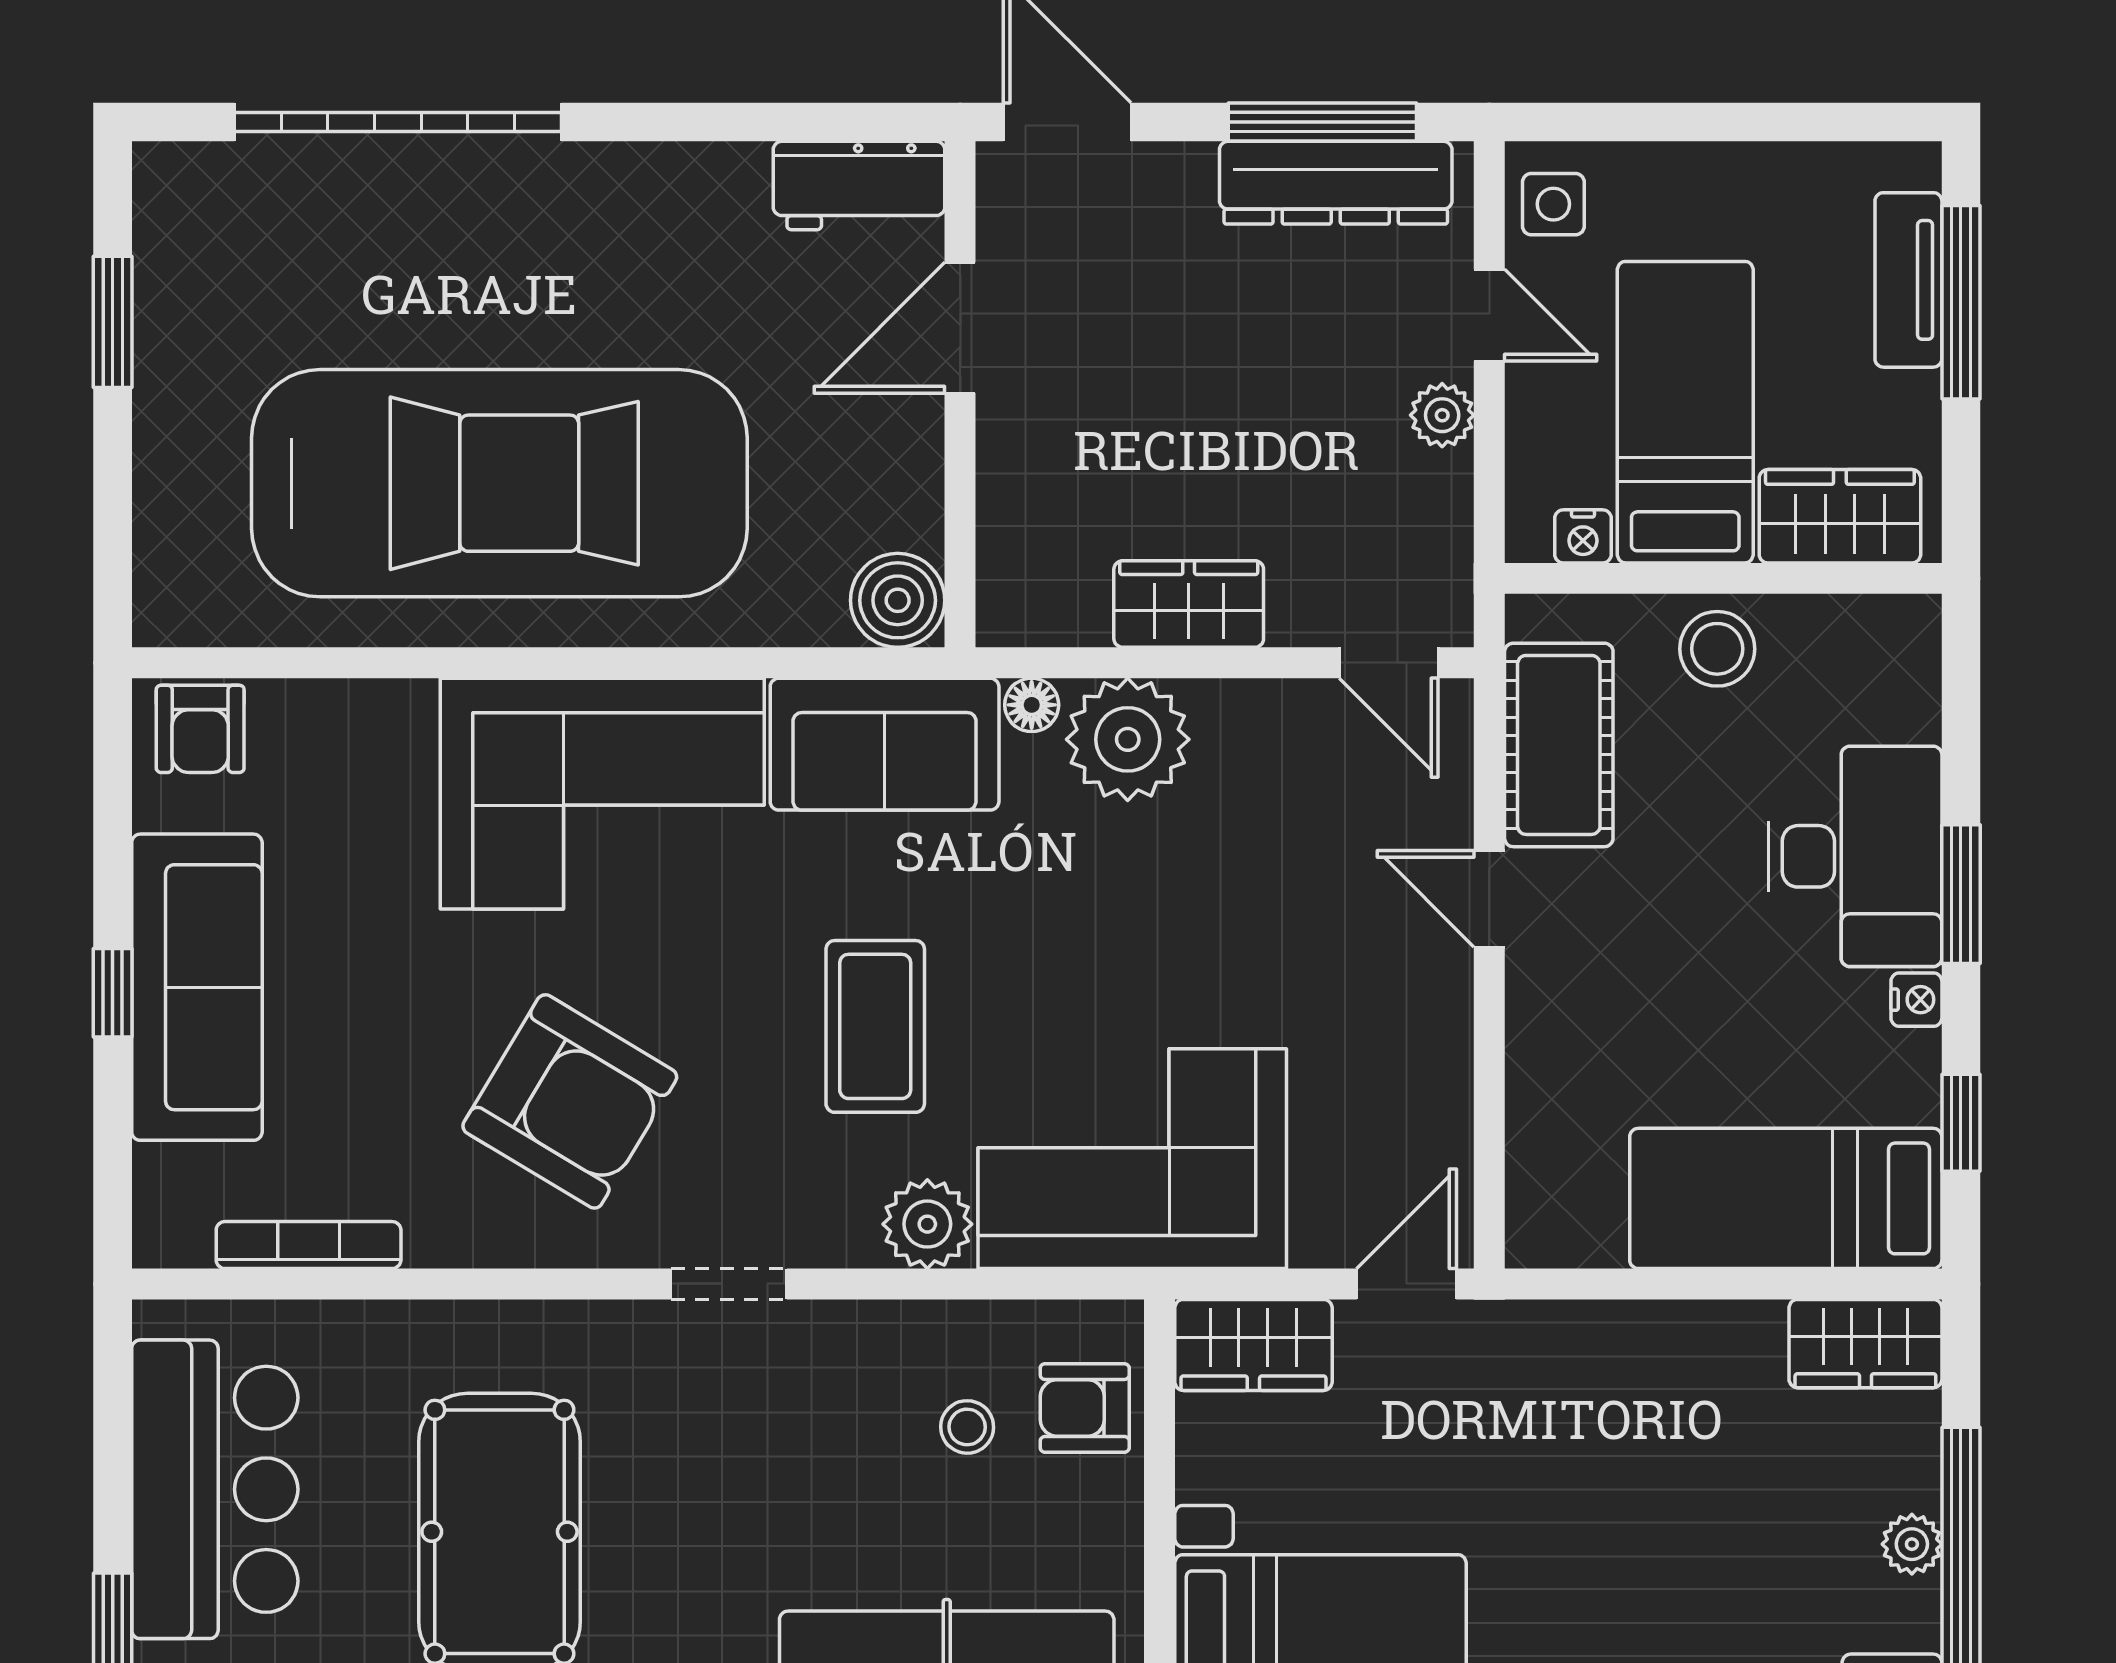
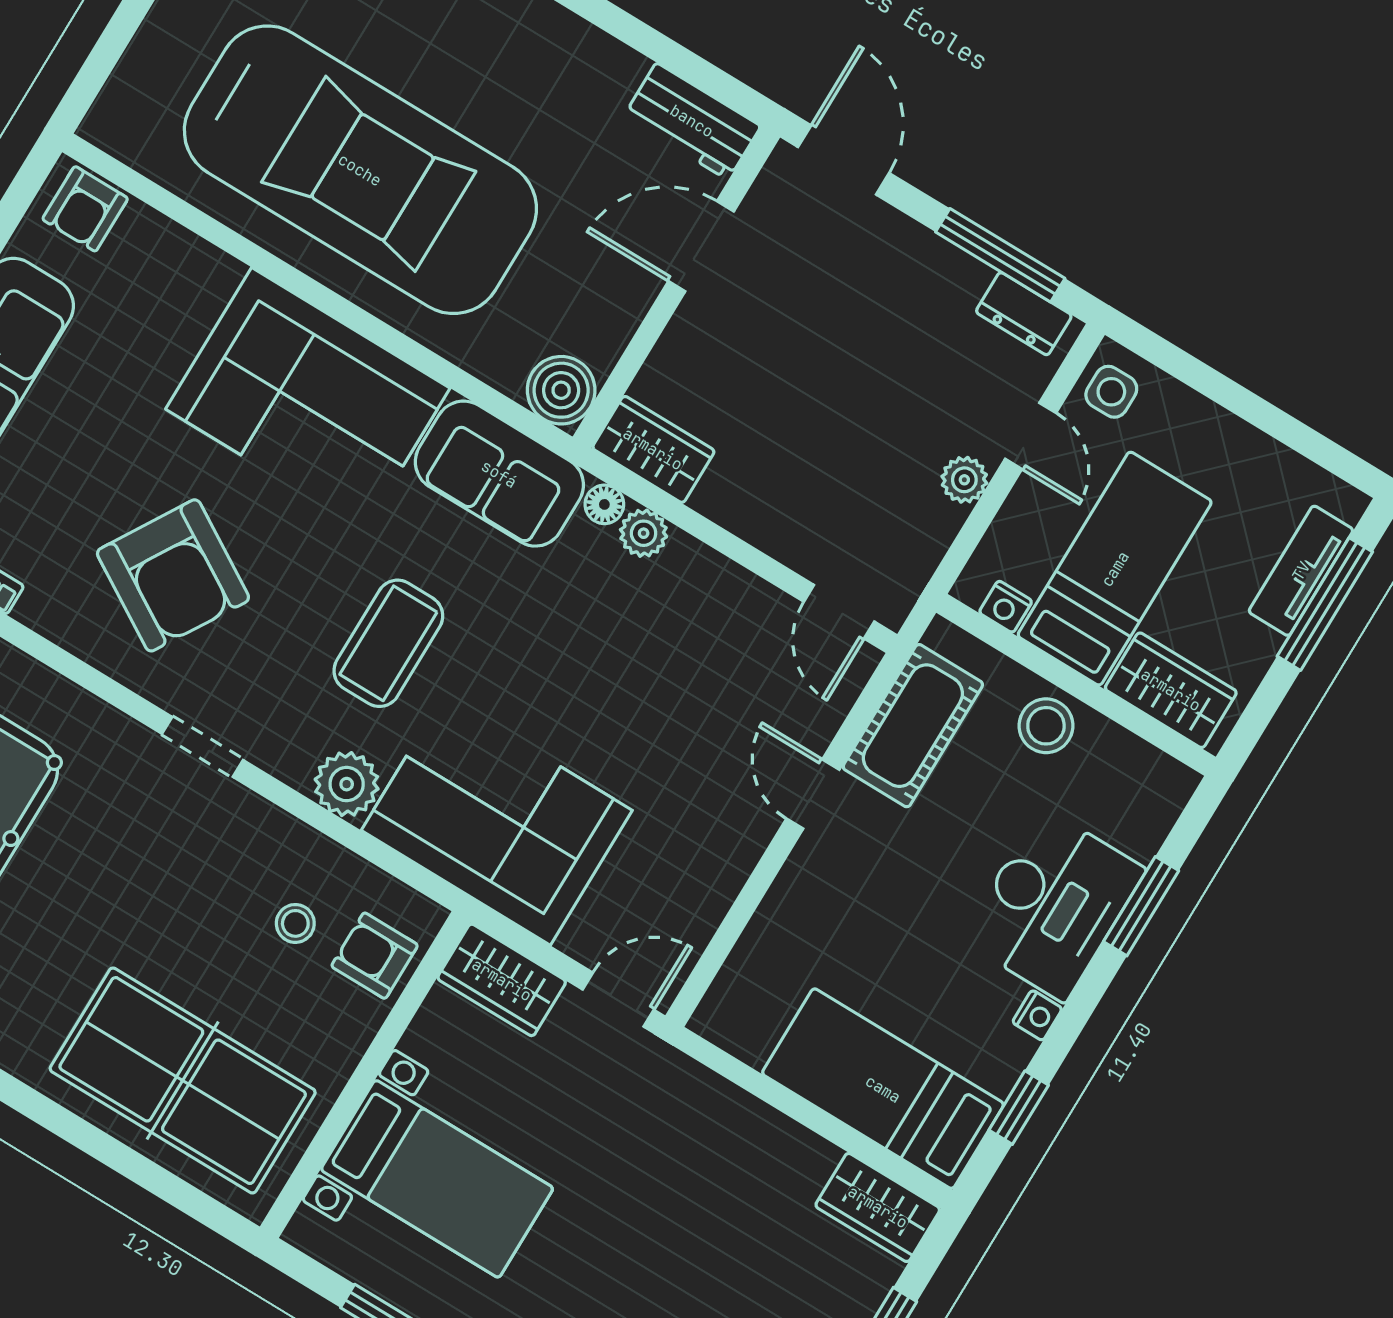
dresser: (1336, 183) -> (1024, 314), width x0.51, depth x0.80
wardrobe: (1189, 604) -> (653, 449), moved
plant: (1128, 739) -> (644, 533), width x0.53, depth x0.53
window: (1961, 894) -> (1141, 906), moved

